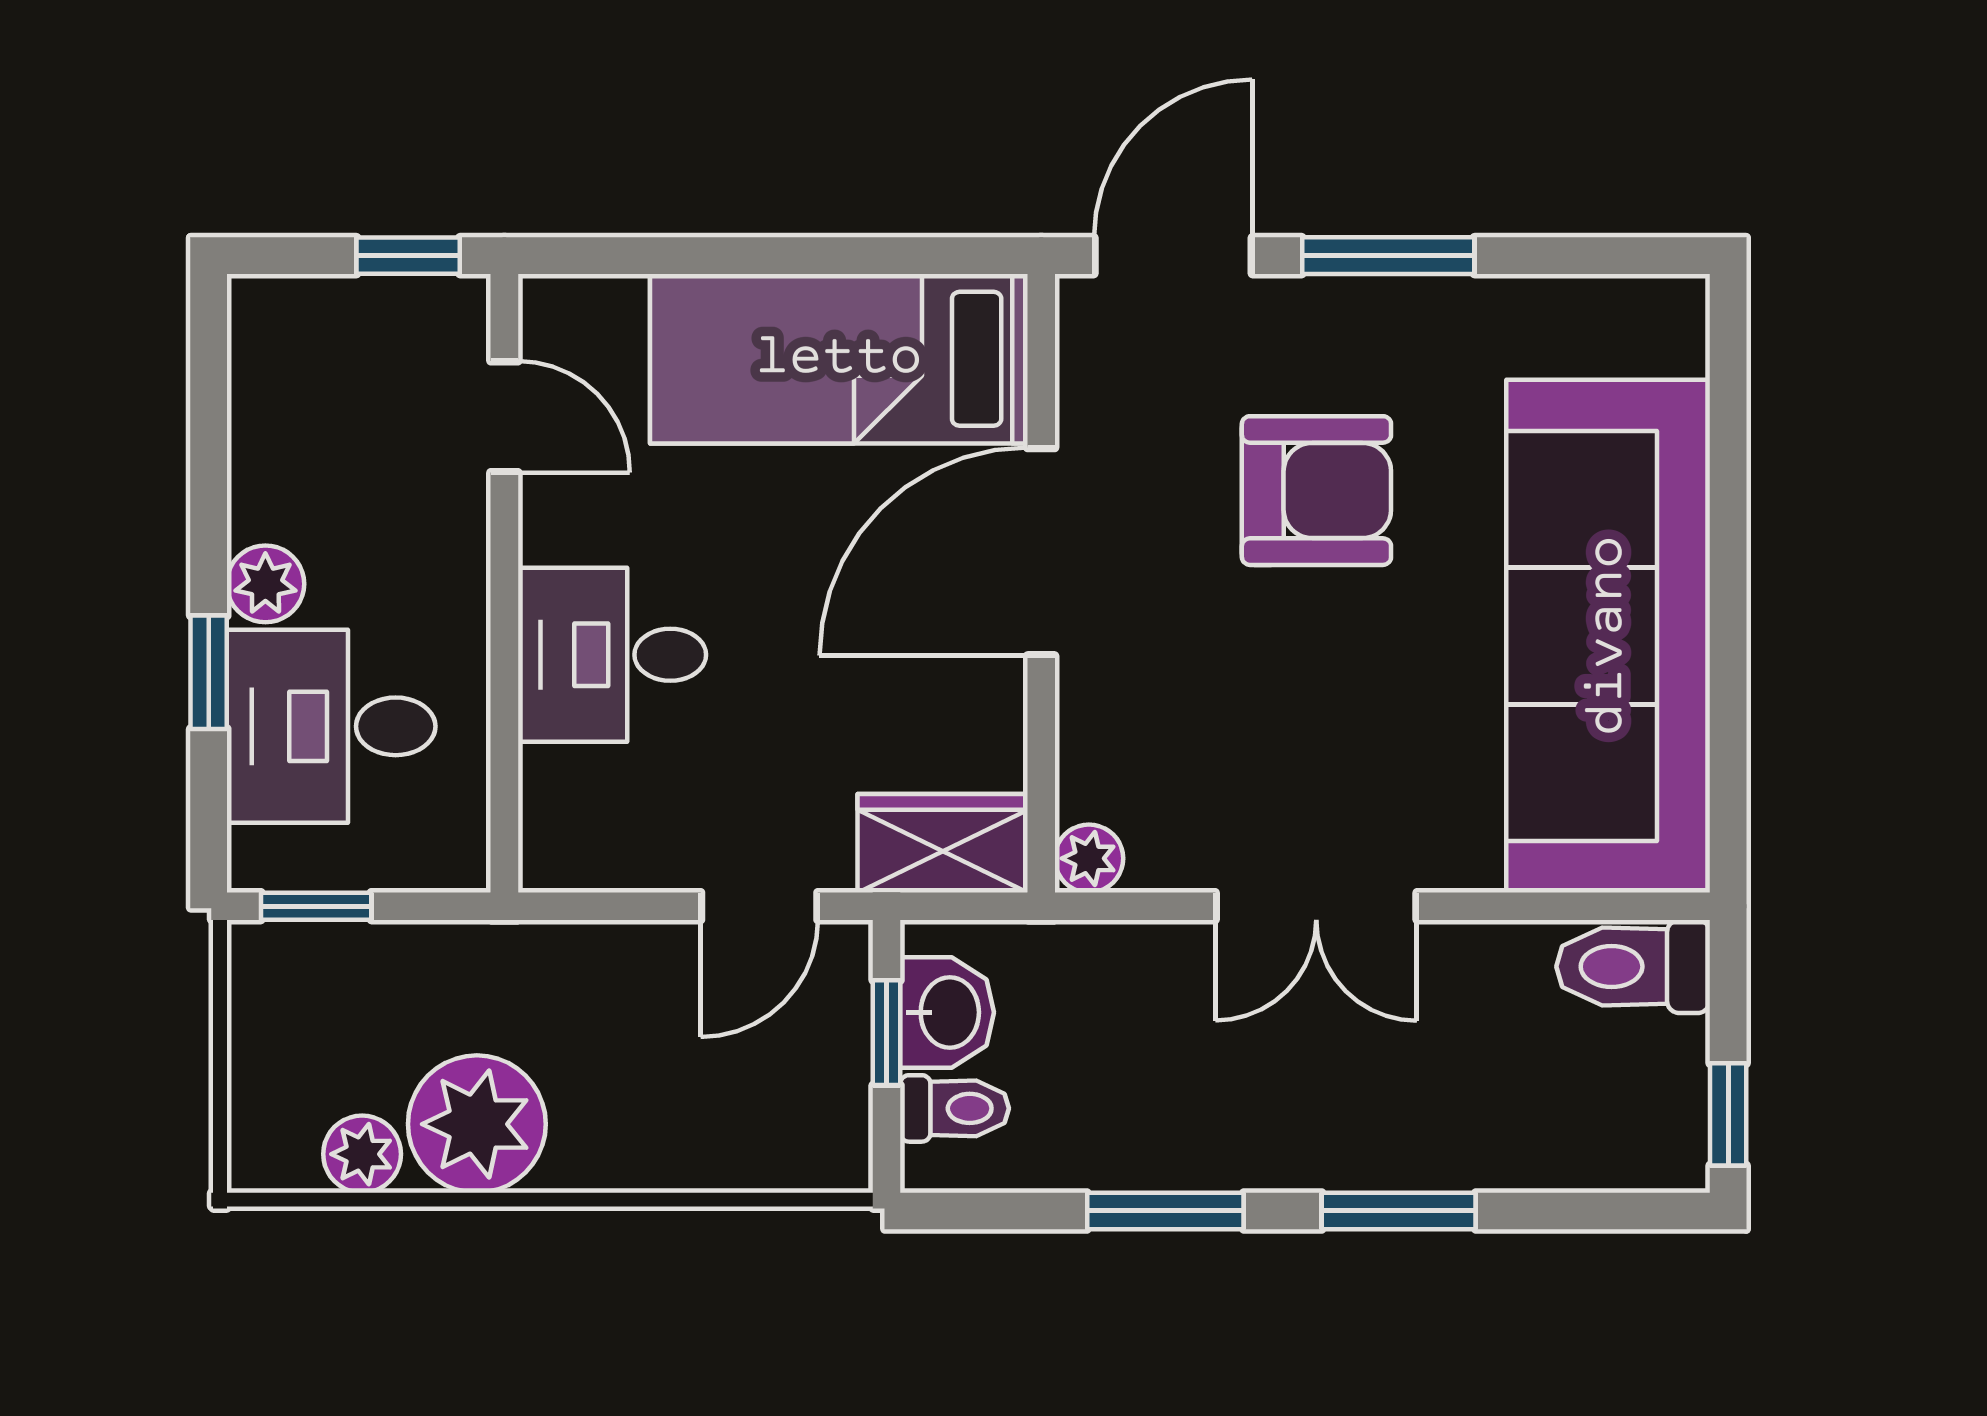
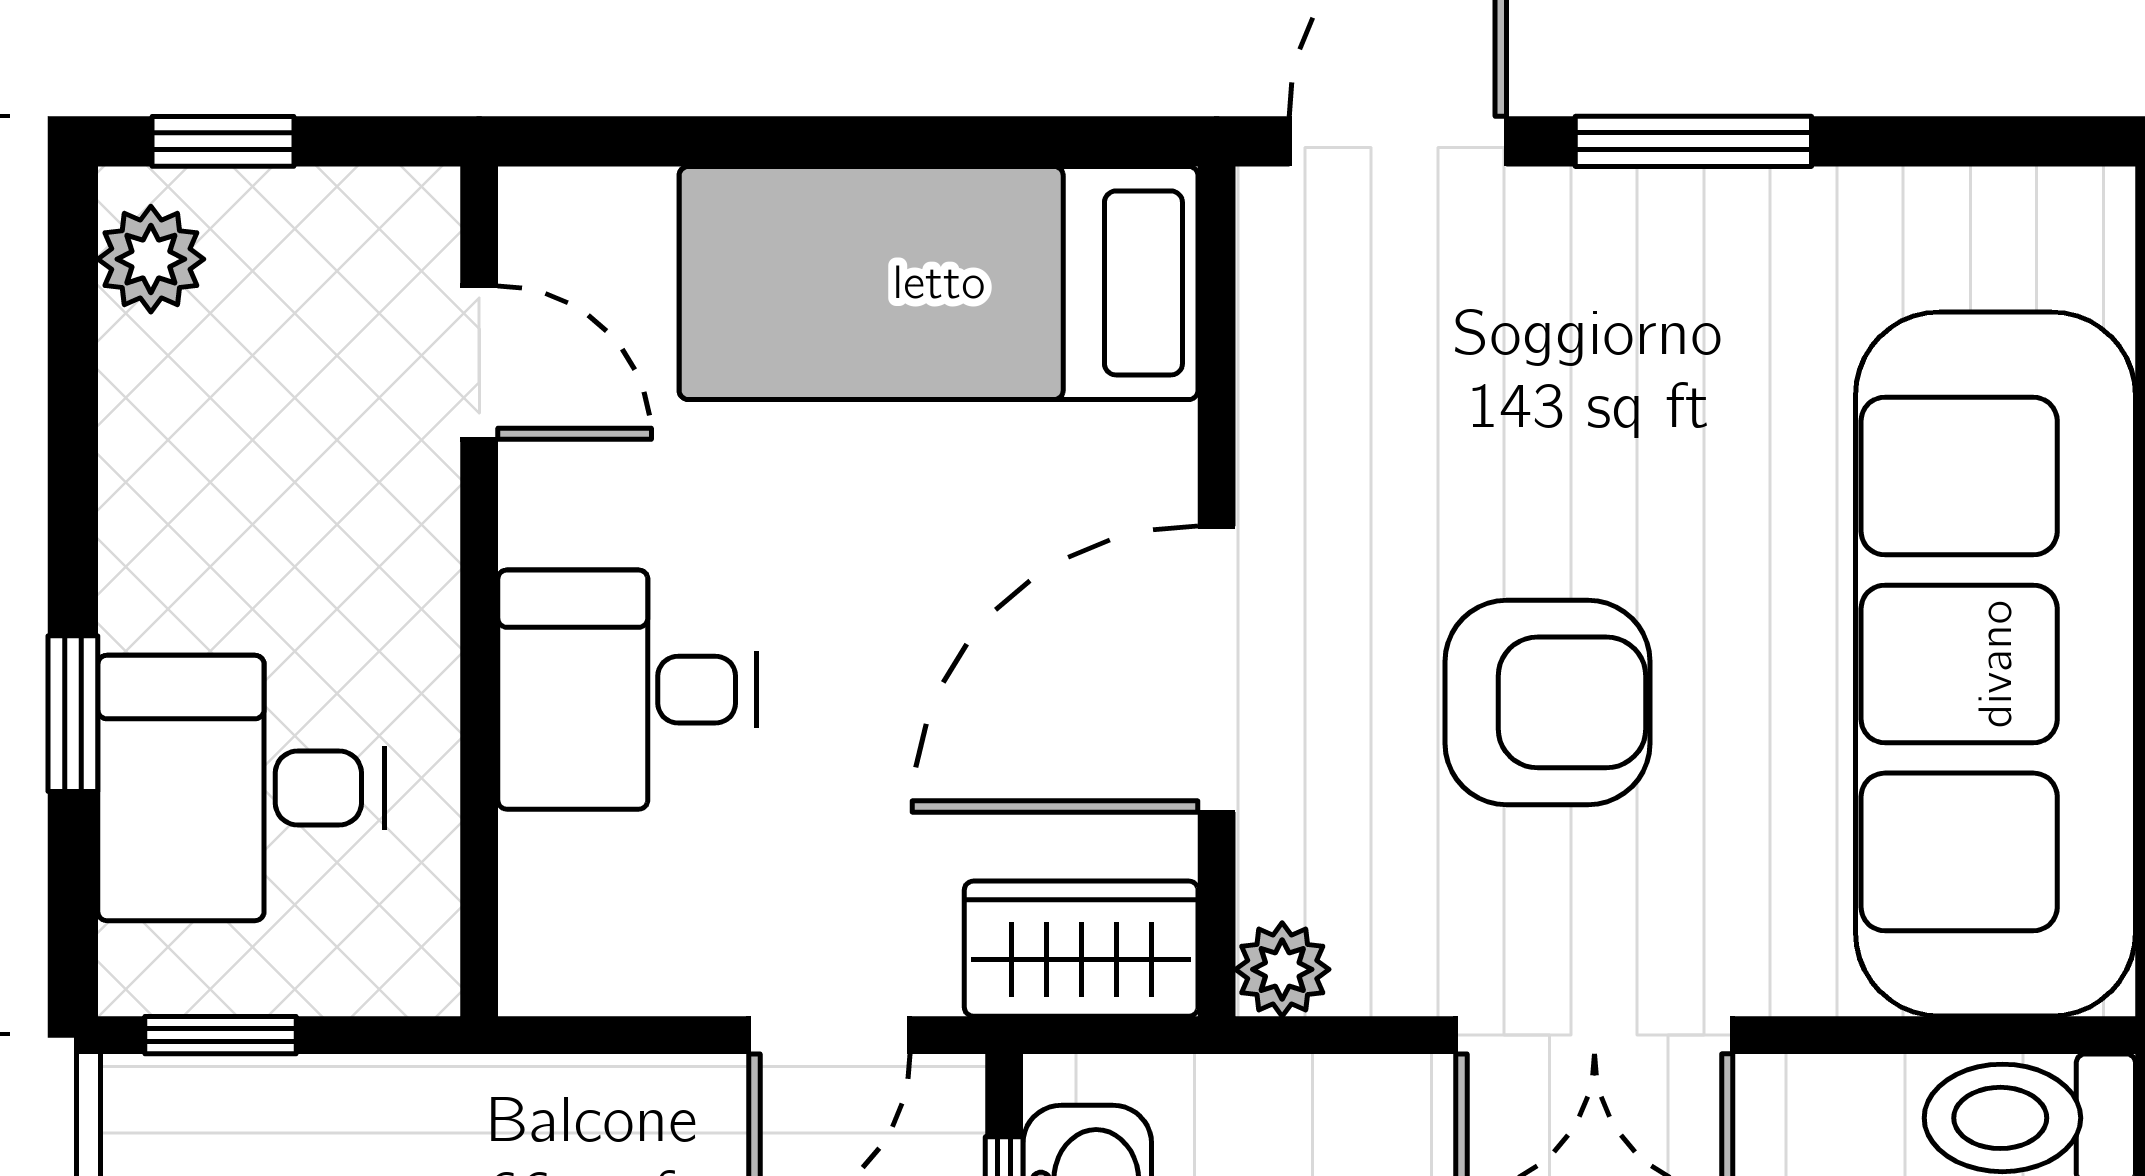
window: (408, 256) -> (223, 141), moved
armchair: (1316, 491) -> (1547, 702), moved
door: (1041, 552) -> (1217, 669), moved
plant: (265, 584) -> (151, 259), moved

